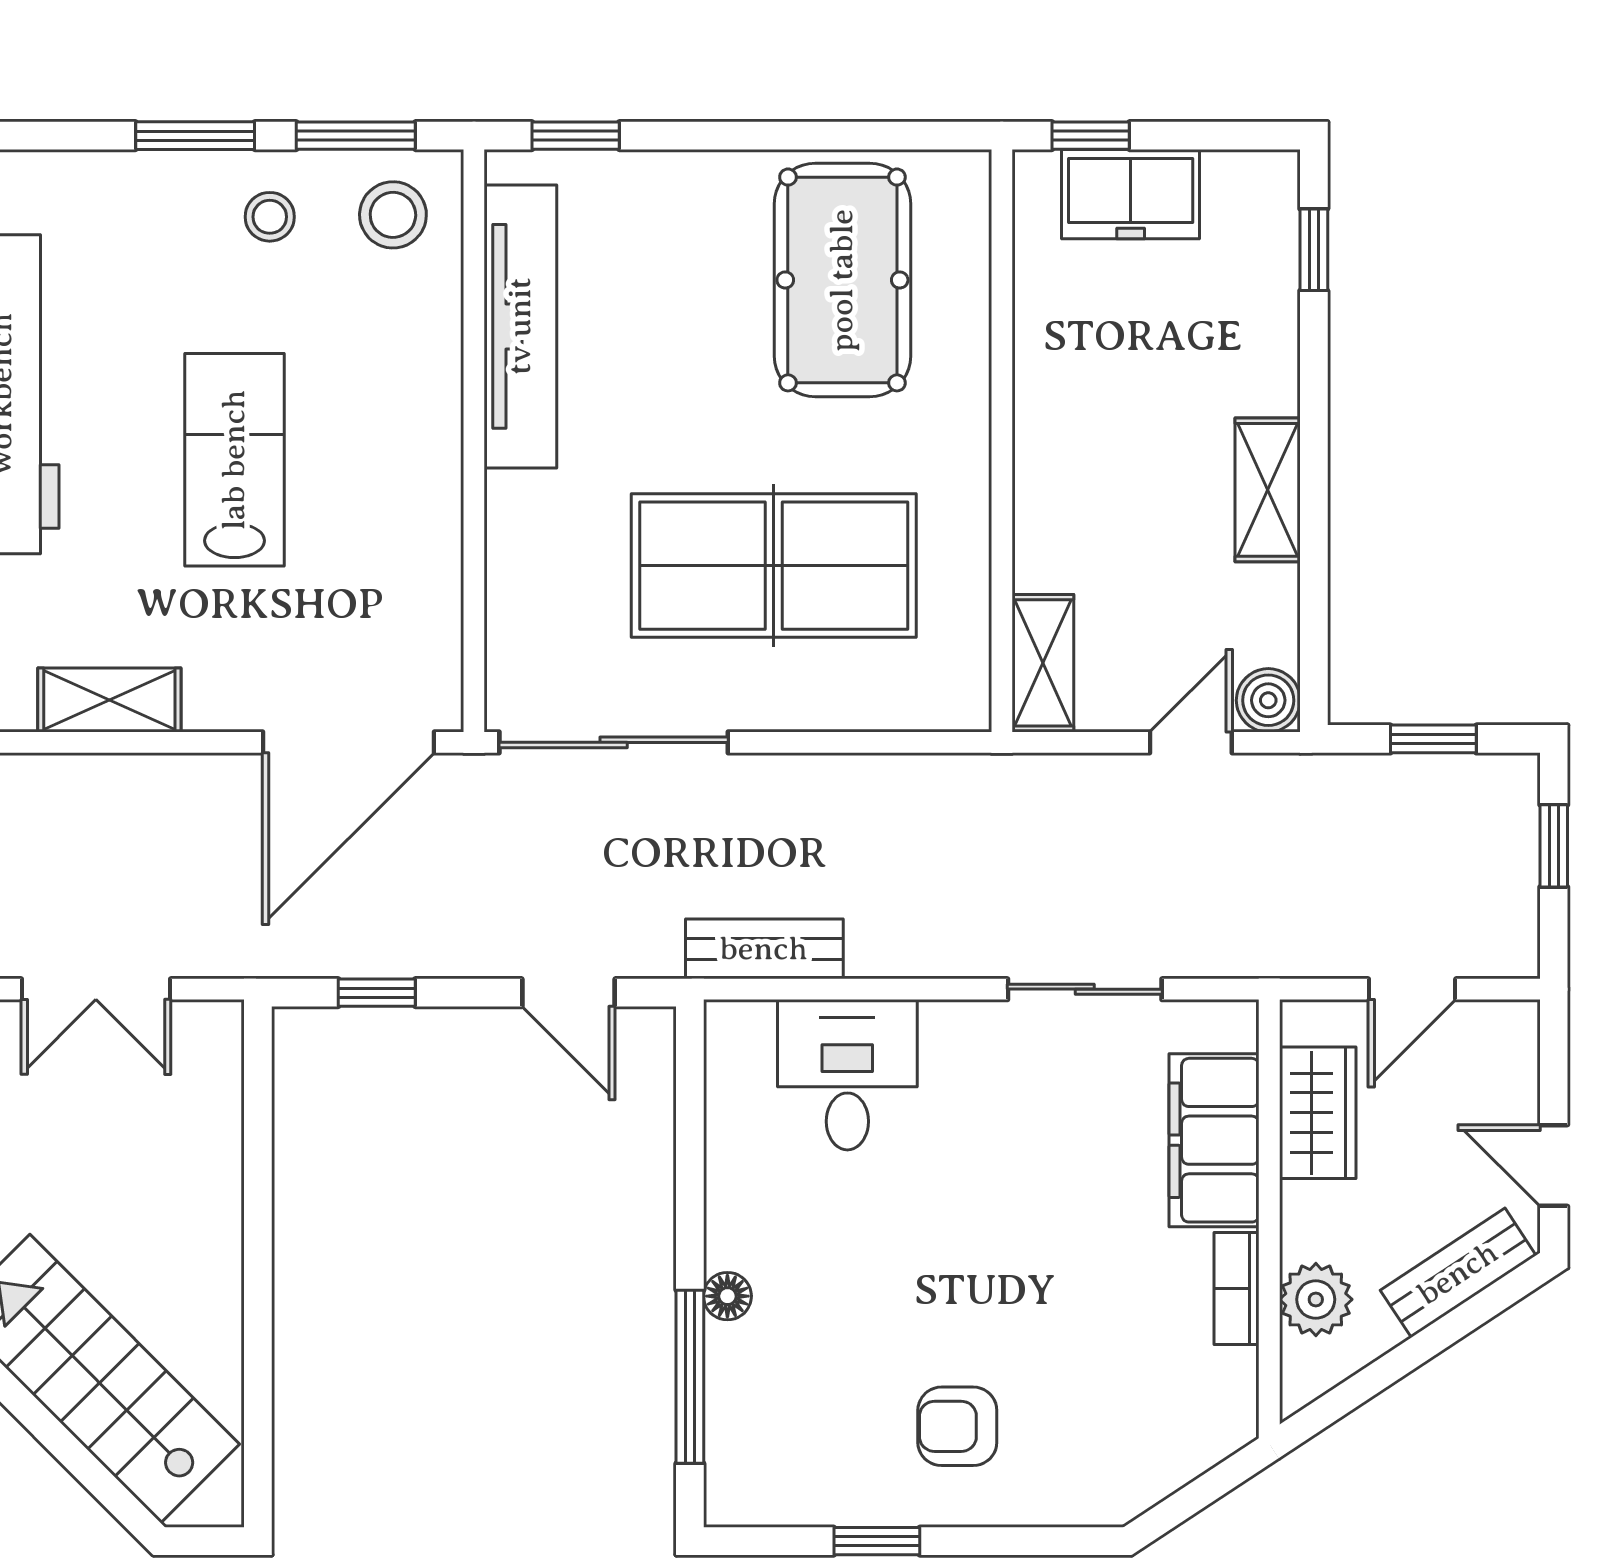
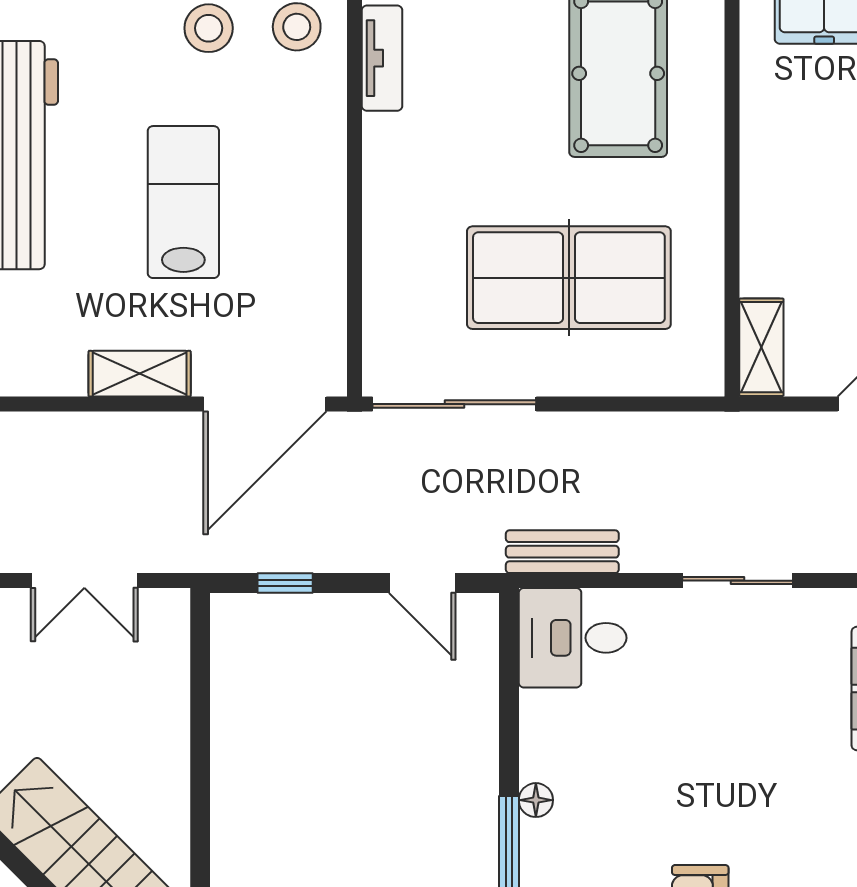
stool: (270, 217) -> (209, 28), width x1.37, depth x1.37
tv unit: (520, 326) -> (382, 58), width x0.52, depth x0.78
shelving: (109, 700) -> (140, 374), moved
sliding door: (1085, 989) -> (738, 581), moved
desk: (847, 1075) -> (573, 638), moved, turned -90

